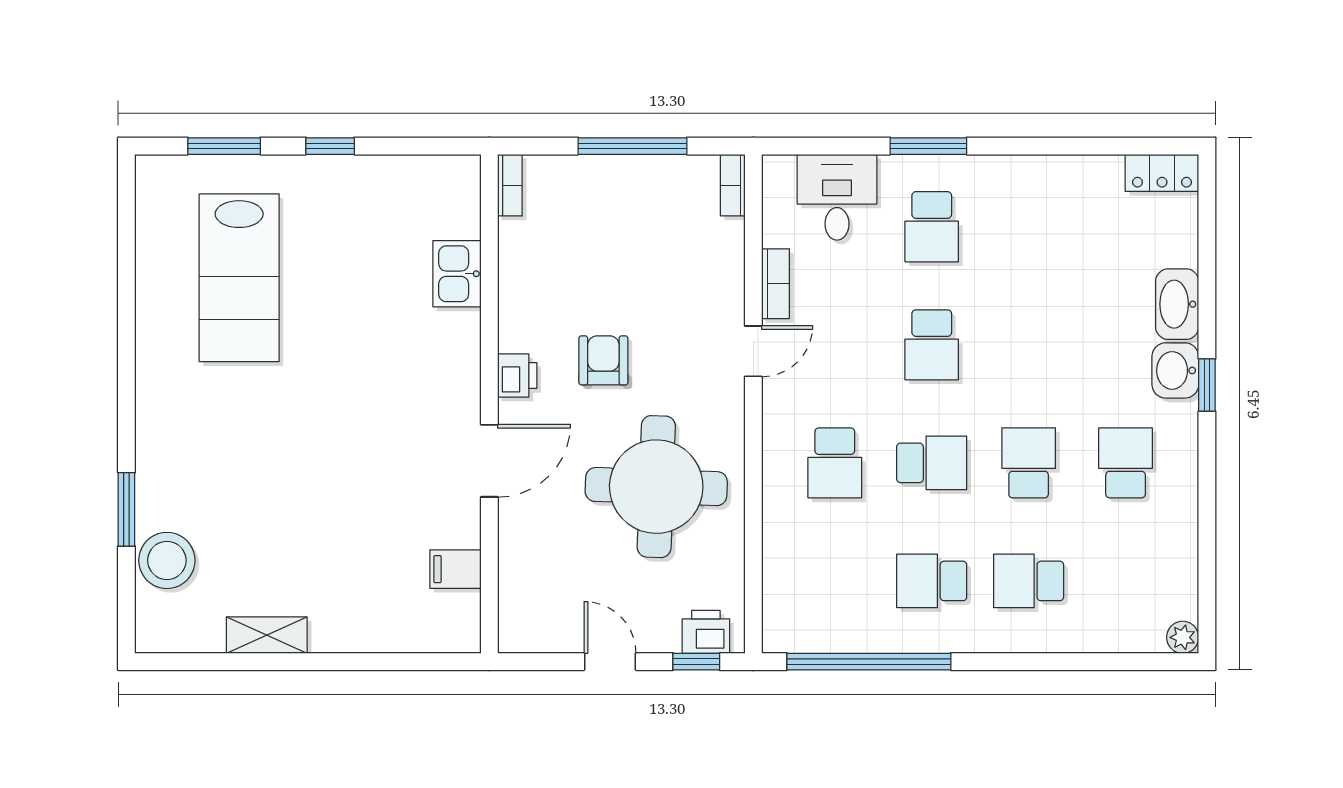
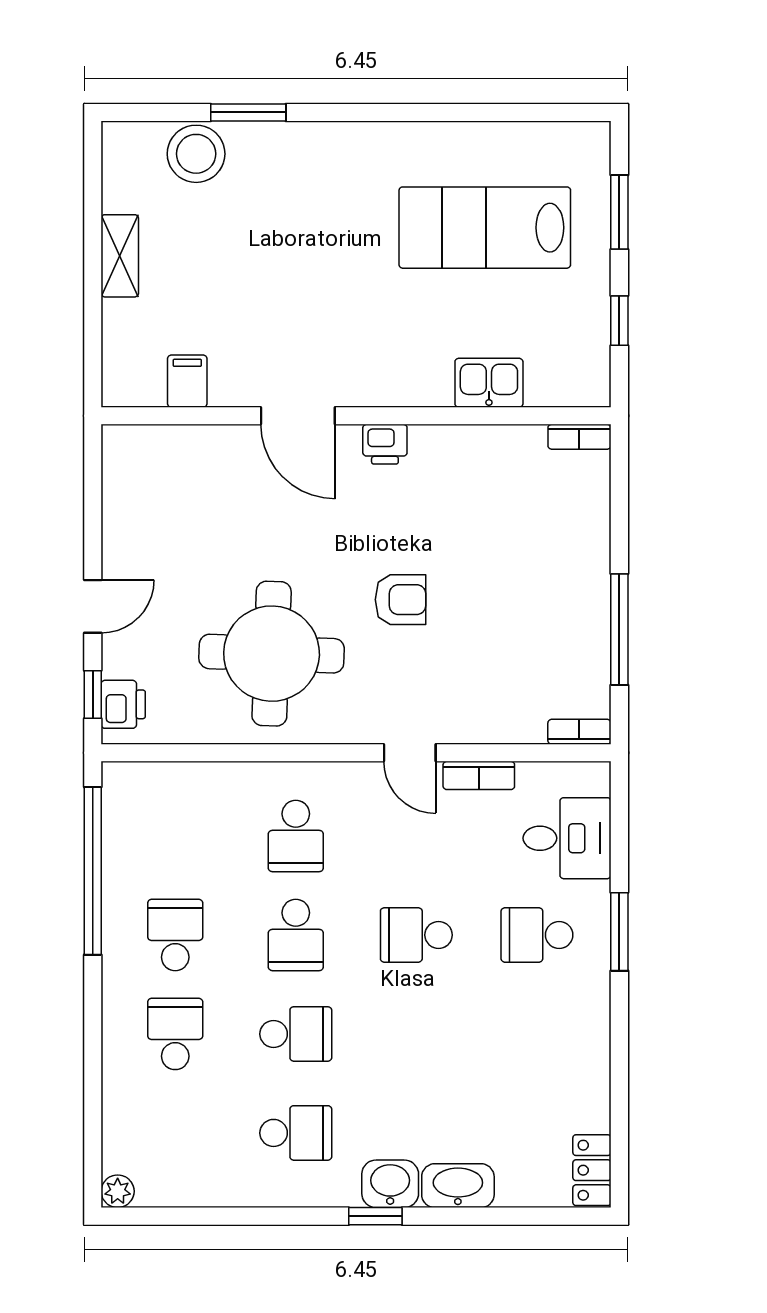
bookcase: (510, 185) -> (579, 437), moved
kitchen sink: (457, 274) -> (489, 383), moved
printer: (517, 376) -> (385, 444), moved
wall: (489, 404) -> (356, 416), moved
door: (489, 461) -> (298, 416), moved
school desk: (835, 463) -> (296, 836), turned -90
filing cabinet: (455, 569) -> (187, 381), moved

